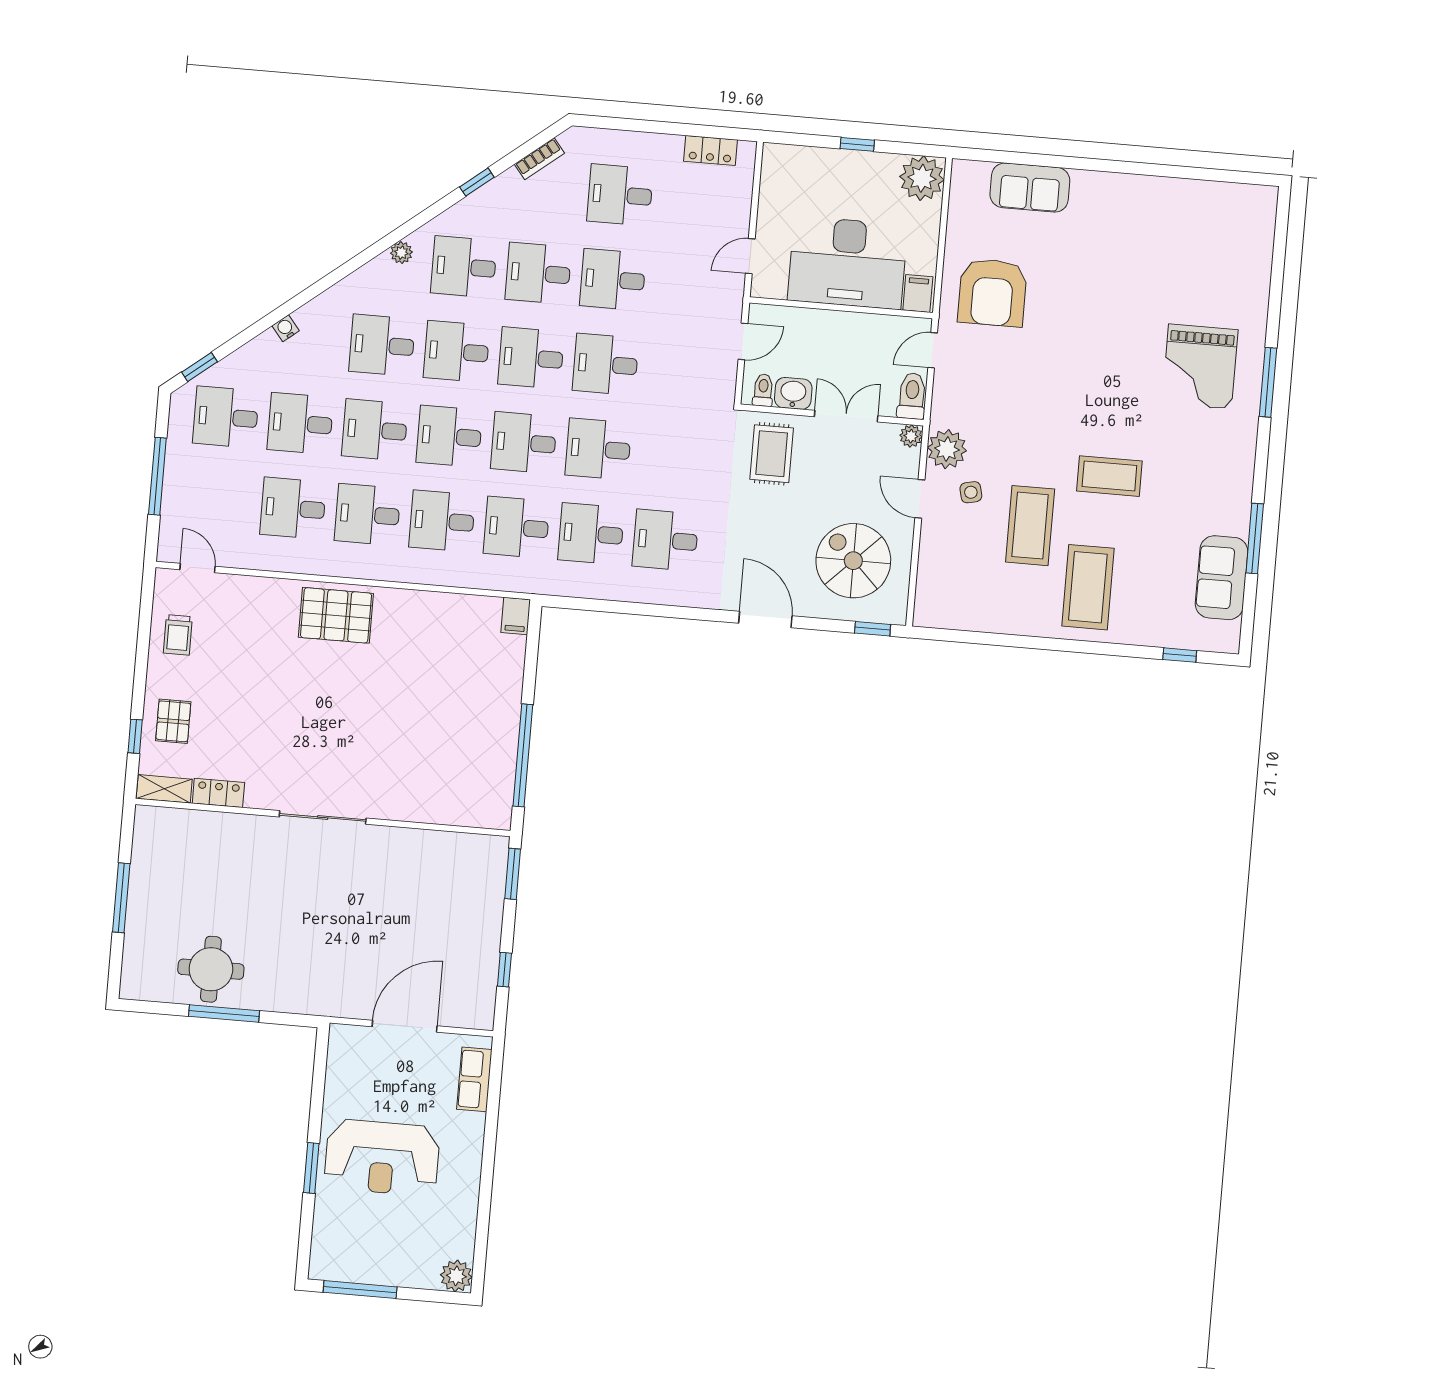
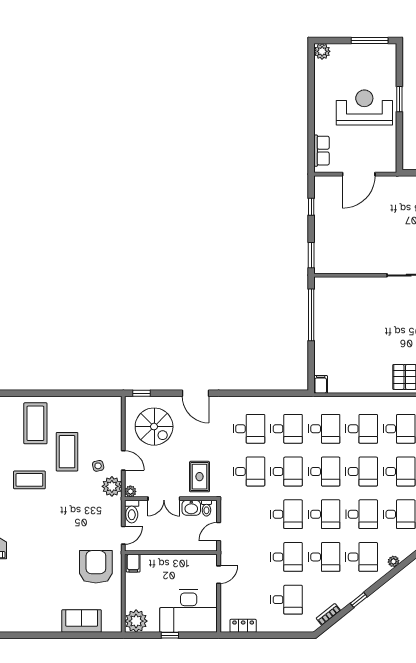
desk: (847, 263) -> (189, 611), moved, turned 180
desk: (673, 455) -> (249, 472), added

